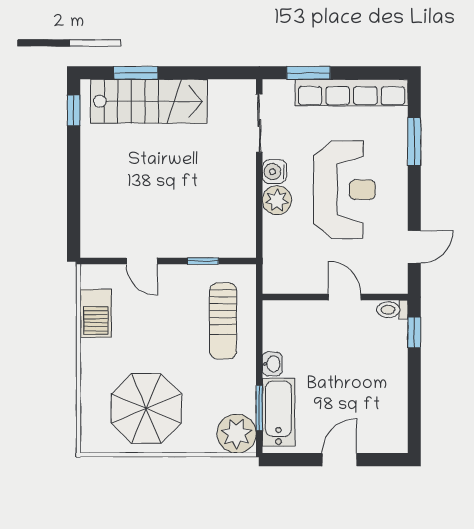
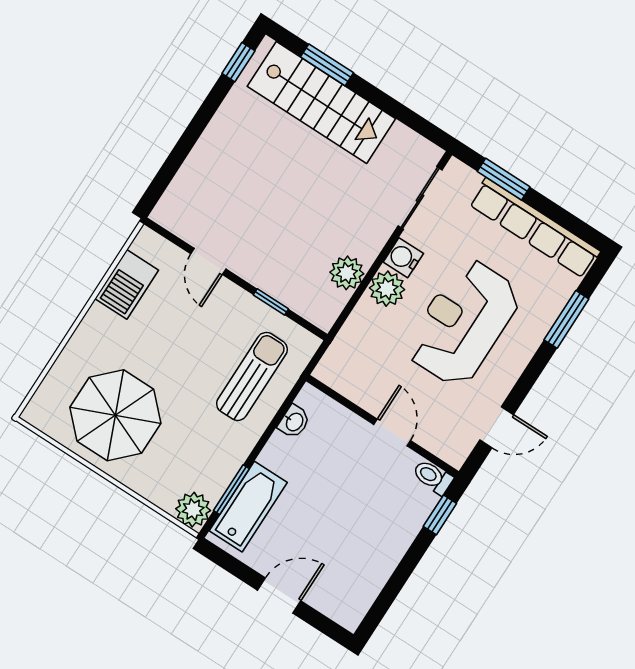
reception desk: (344, 190) -> (463, 323), turned 180
plant: (242, 207) -> (347, 273), added
sun lounger: (223, 321) -> (252, 376), turned 180
washbasin: (272, 364) -> (294, 422), moved
plant: (237, 434) -> (193, 510), width x0.73, depth x0.73

